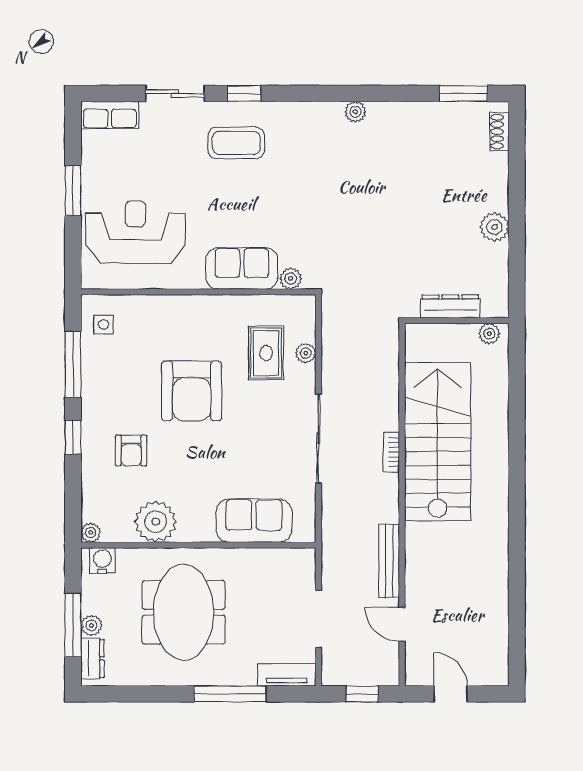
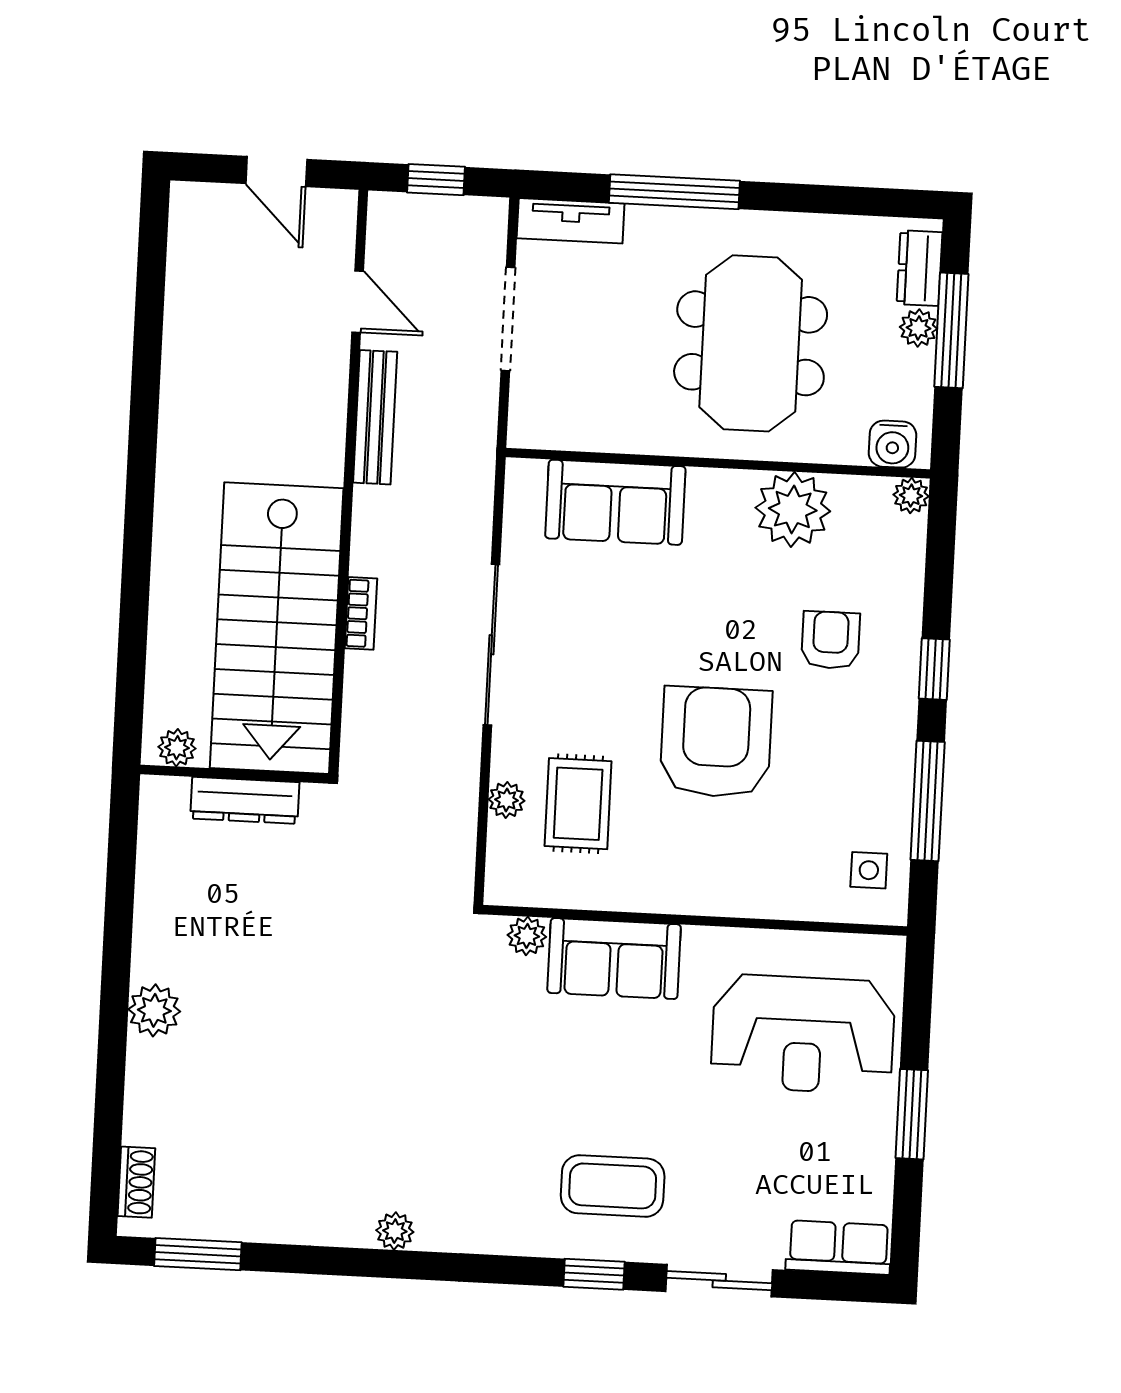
dresser: (450, 306) -> (245, 800), moved
wall: (457, 321) -> (234, 774), moved
plant: (489, 334) -> (177, 748), moved

